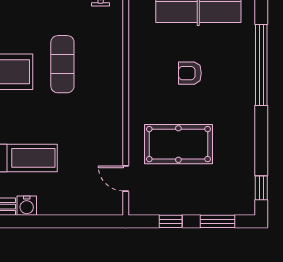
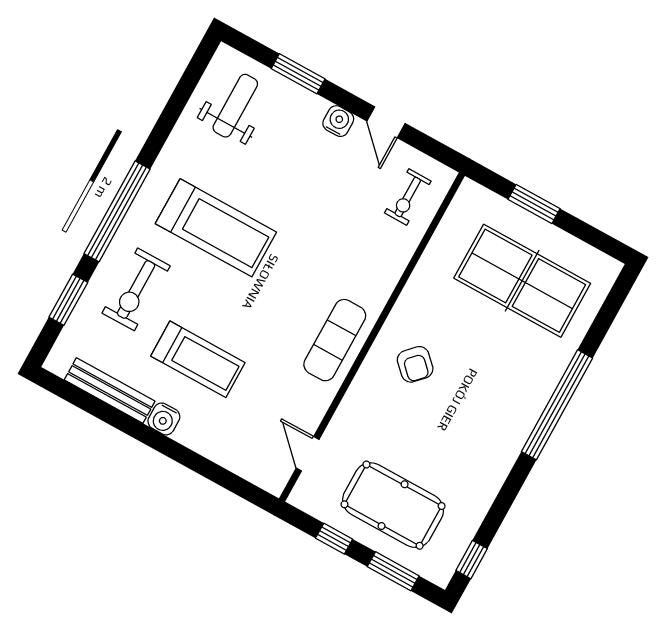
exercise mat: (62, 64) -> (335, 340), moved
armchair: (190, 73) -> (415, 364), moved, turned -136
pool table: (178, 144) -> (393, 505), moved

